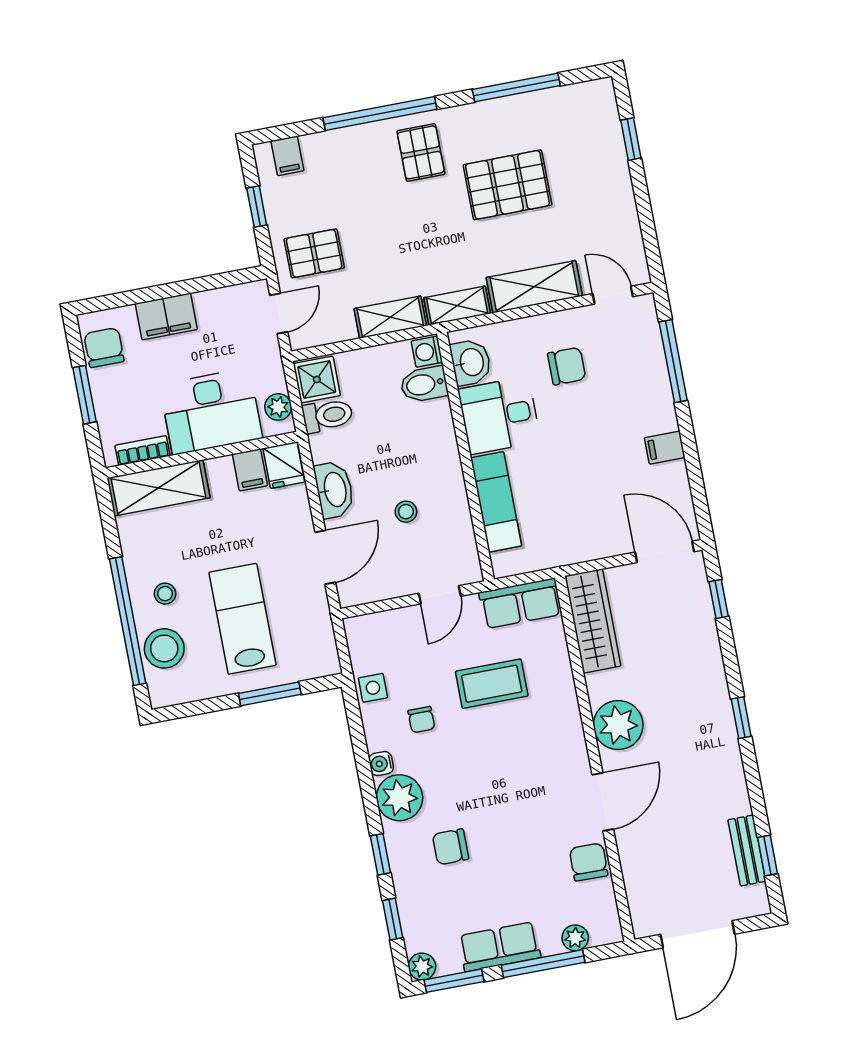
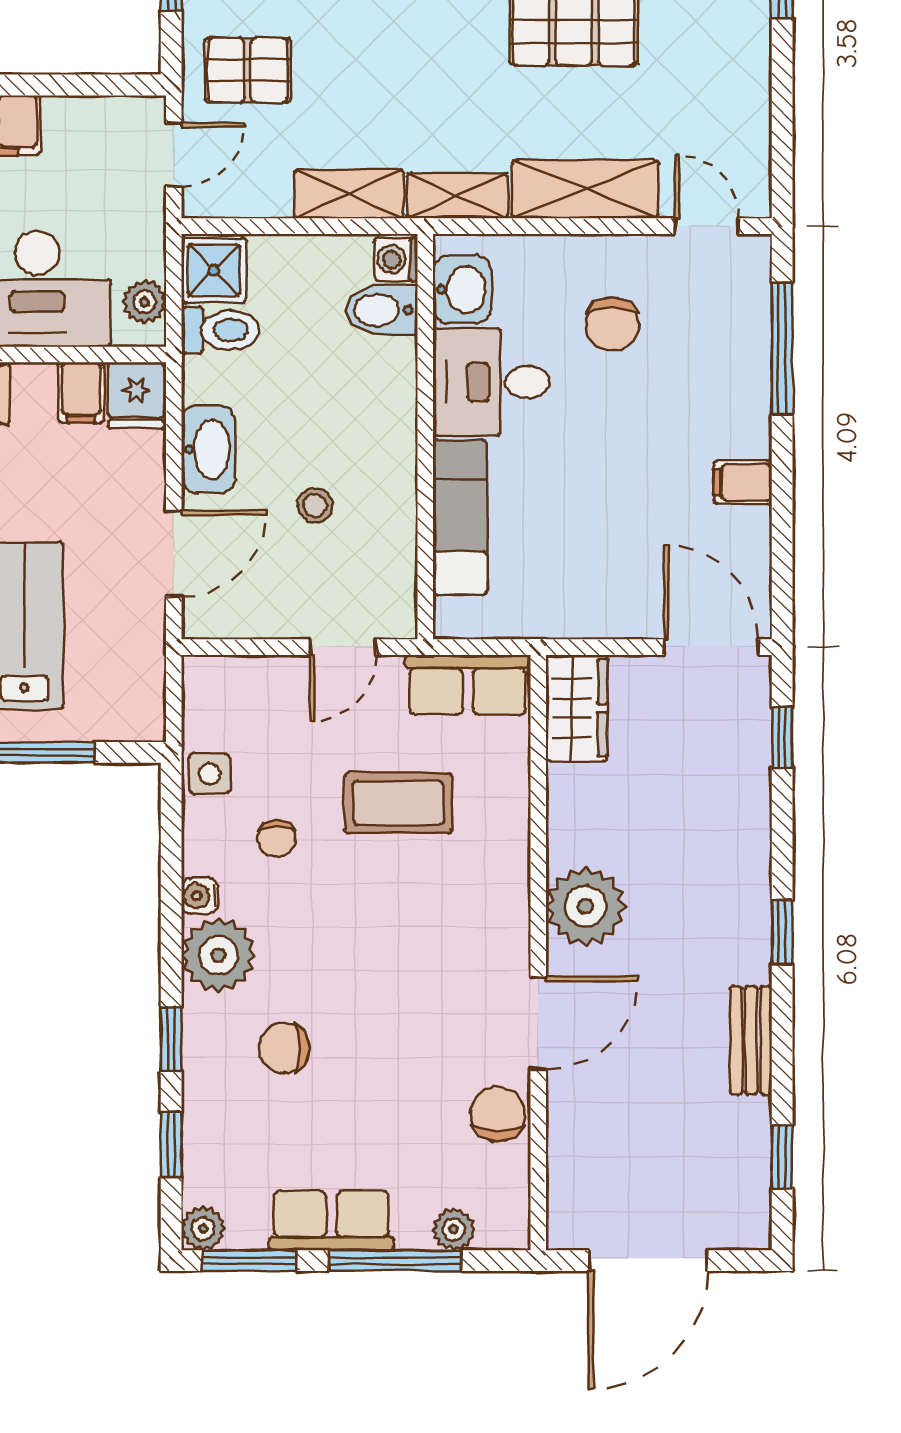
chair: (567, 366) -> (612, 324), turned 90
wardrobe: (593, 621) -> (577, 708), width x0.67
bench: (747, 851) -> (751, 1040), moved

